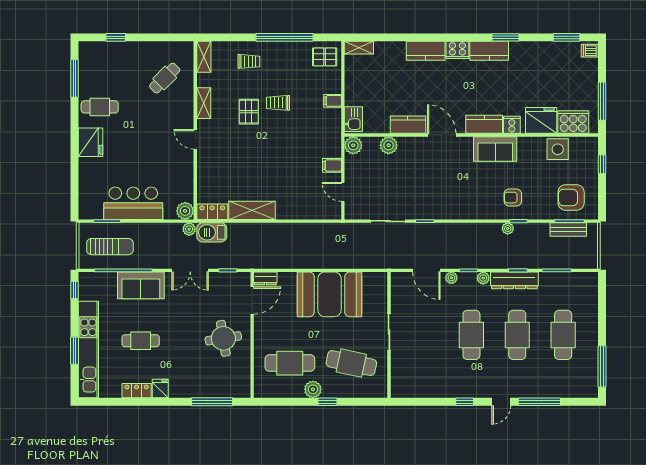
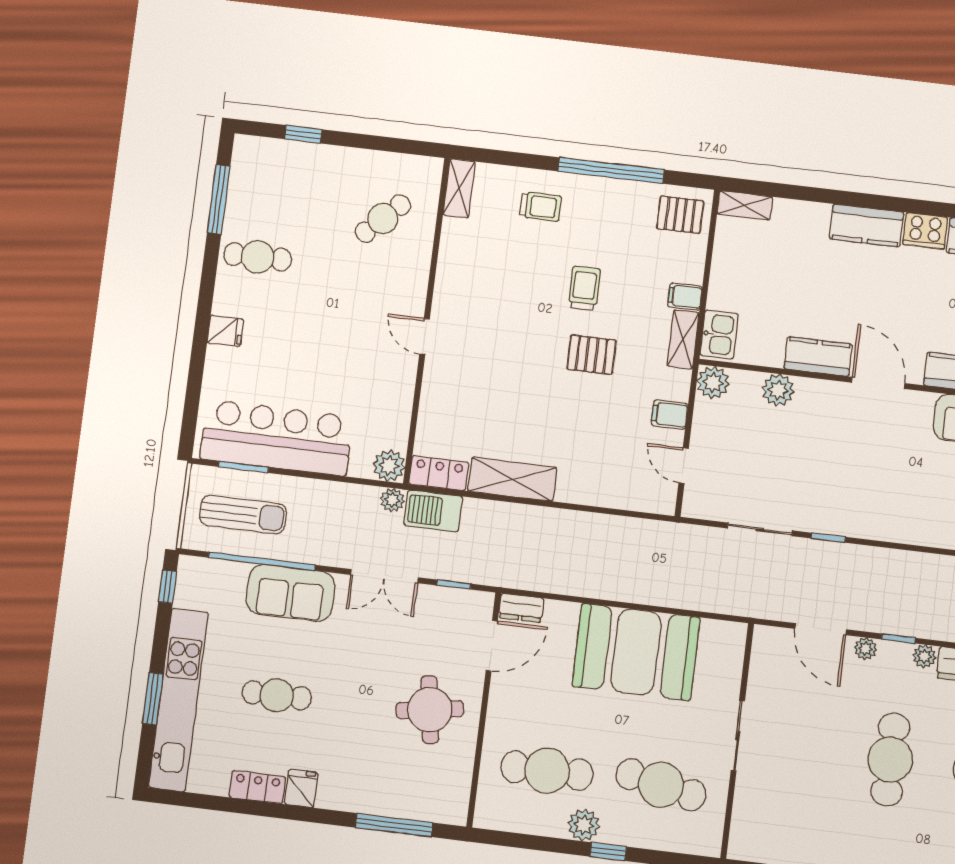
shelving: (204, 103) -> (683, 339), moved
trolley: (278, 103) -> (584, 288), turned 90
pallet: (249, 112) -> (591, 355), moved, turned 90
fridge: (91, 142) -> (225, 331), width x0.53, depth x0.75
bar counter: (133, 203) -> (276, 438), width x1.36

